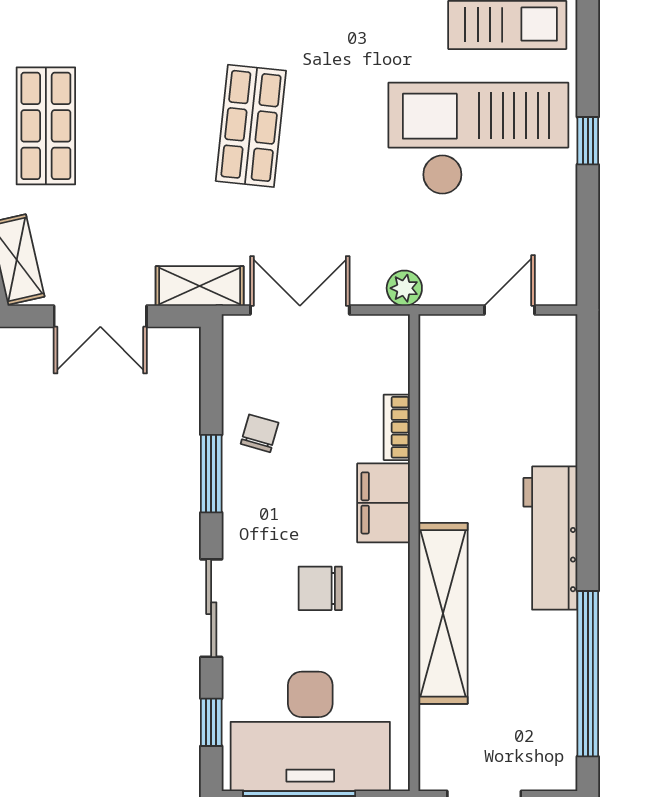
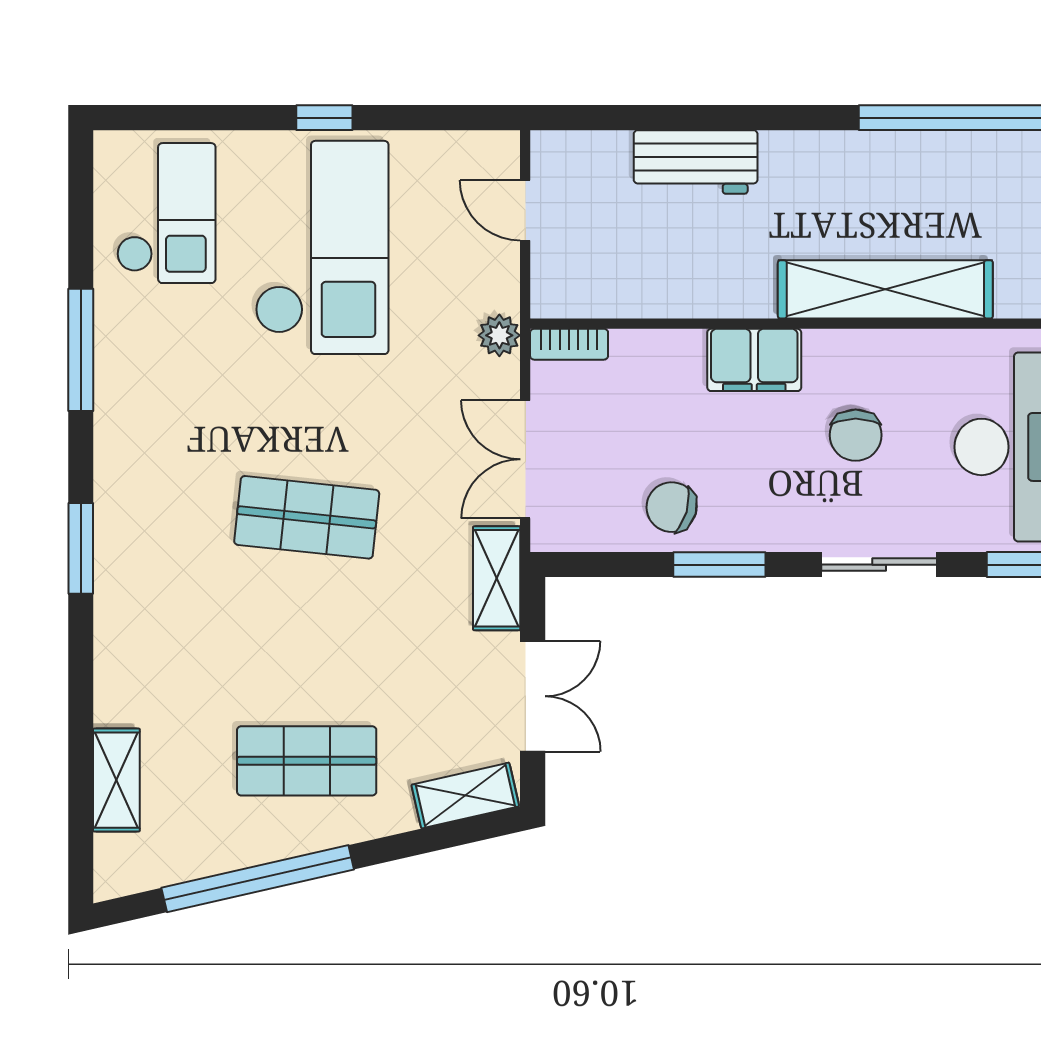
checkout: (478, 139) -> (322, 247), turned 180
bookcase: (397, 427) -> (569, 344), moved
chair: (260, 433) -> (672, 507), width x1.37, depth x1.37
workbench: (550, 538) -> (696, 162), moved, width x0.73

